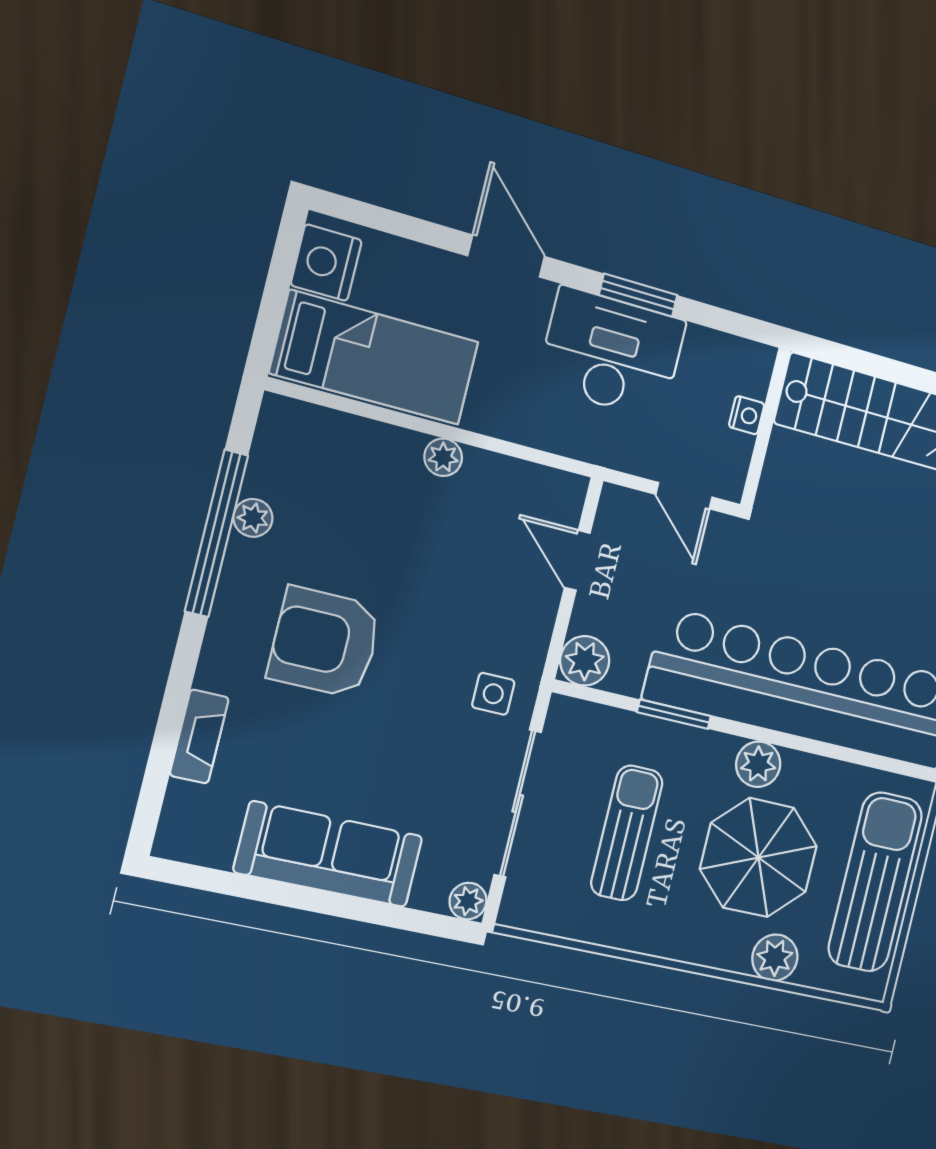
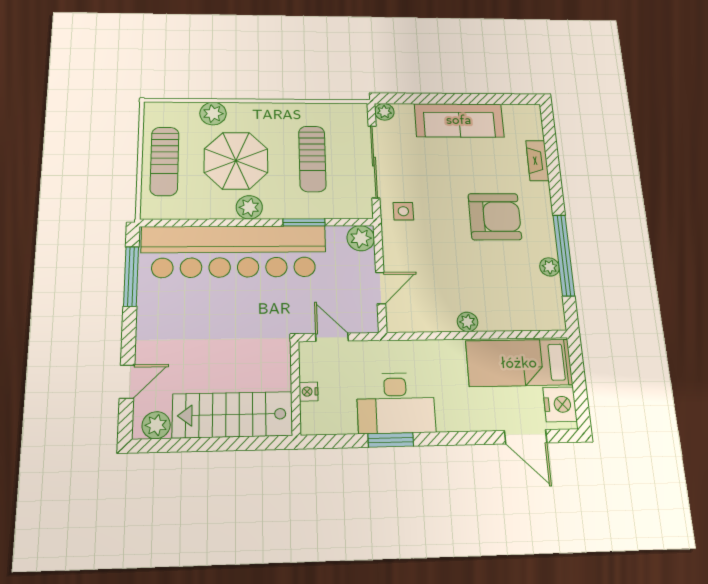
door: (506, 256) -> (526, 437), moved
door: (577, 560) -> (381, 288), hinge flipped
sun lounger: (875, 882) -> (164, 161), width x0.73, depth x0.75

